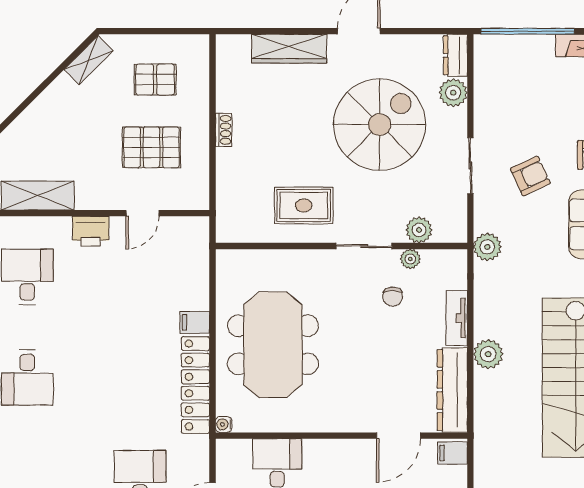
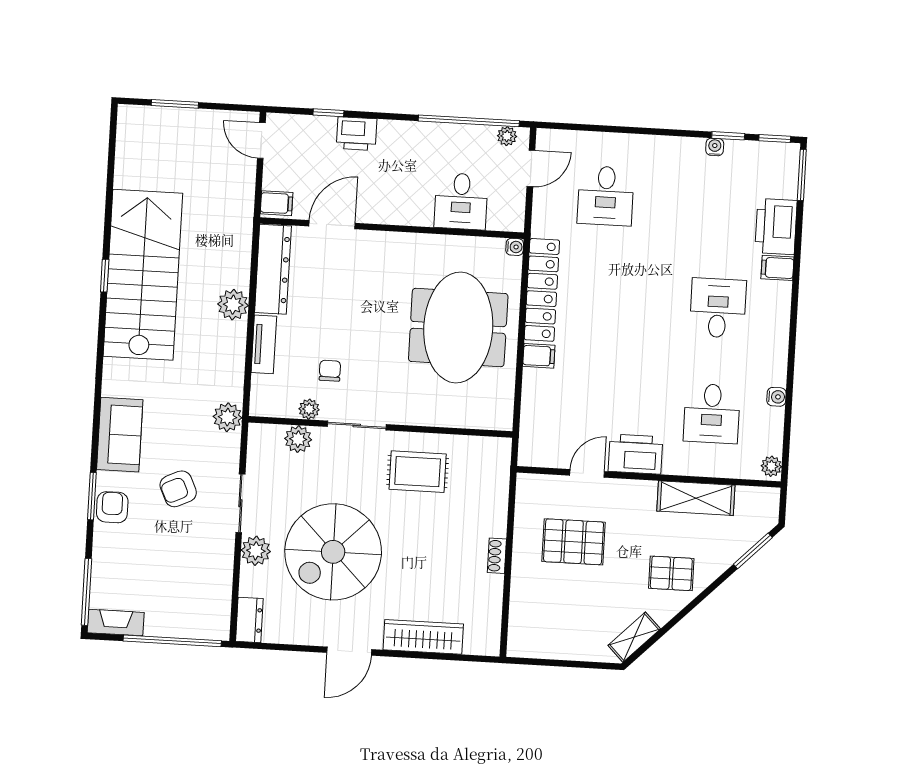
pallet: (155, 80) -> (671, 573), moved
plant: (453, 93) -> (256, 551), moved
printer: (91, 231) -> (635, 454), width x1.37, depth x1.19

